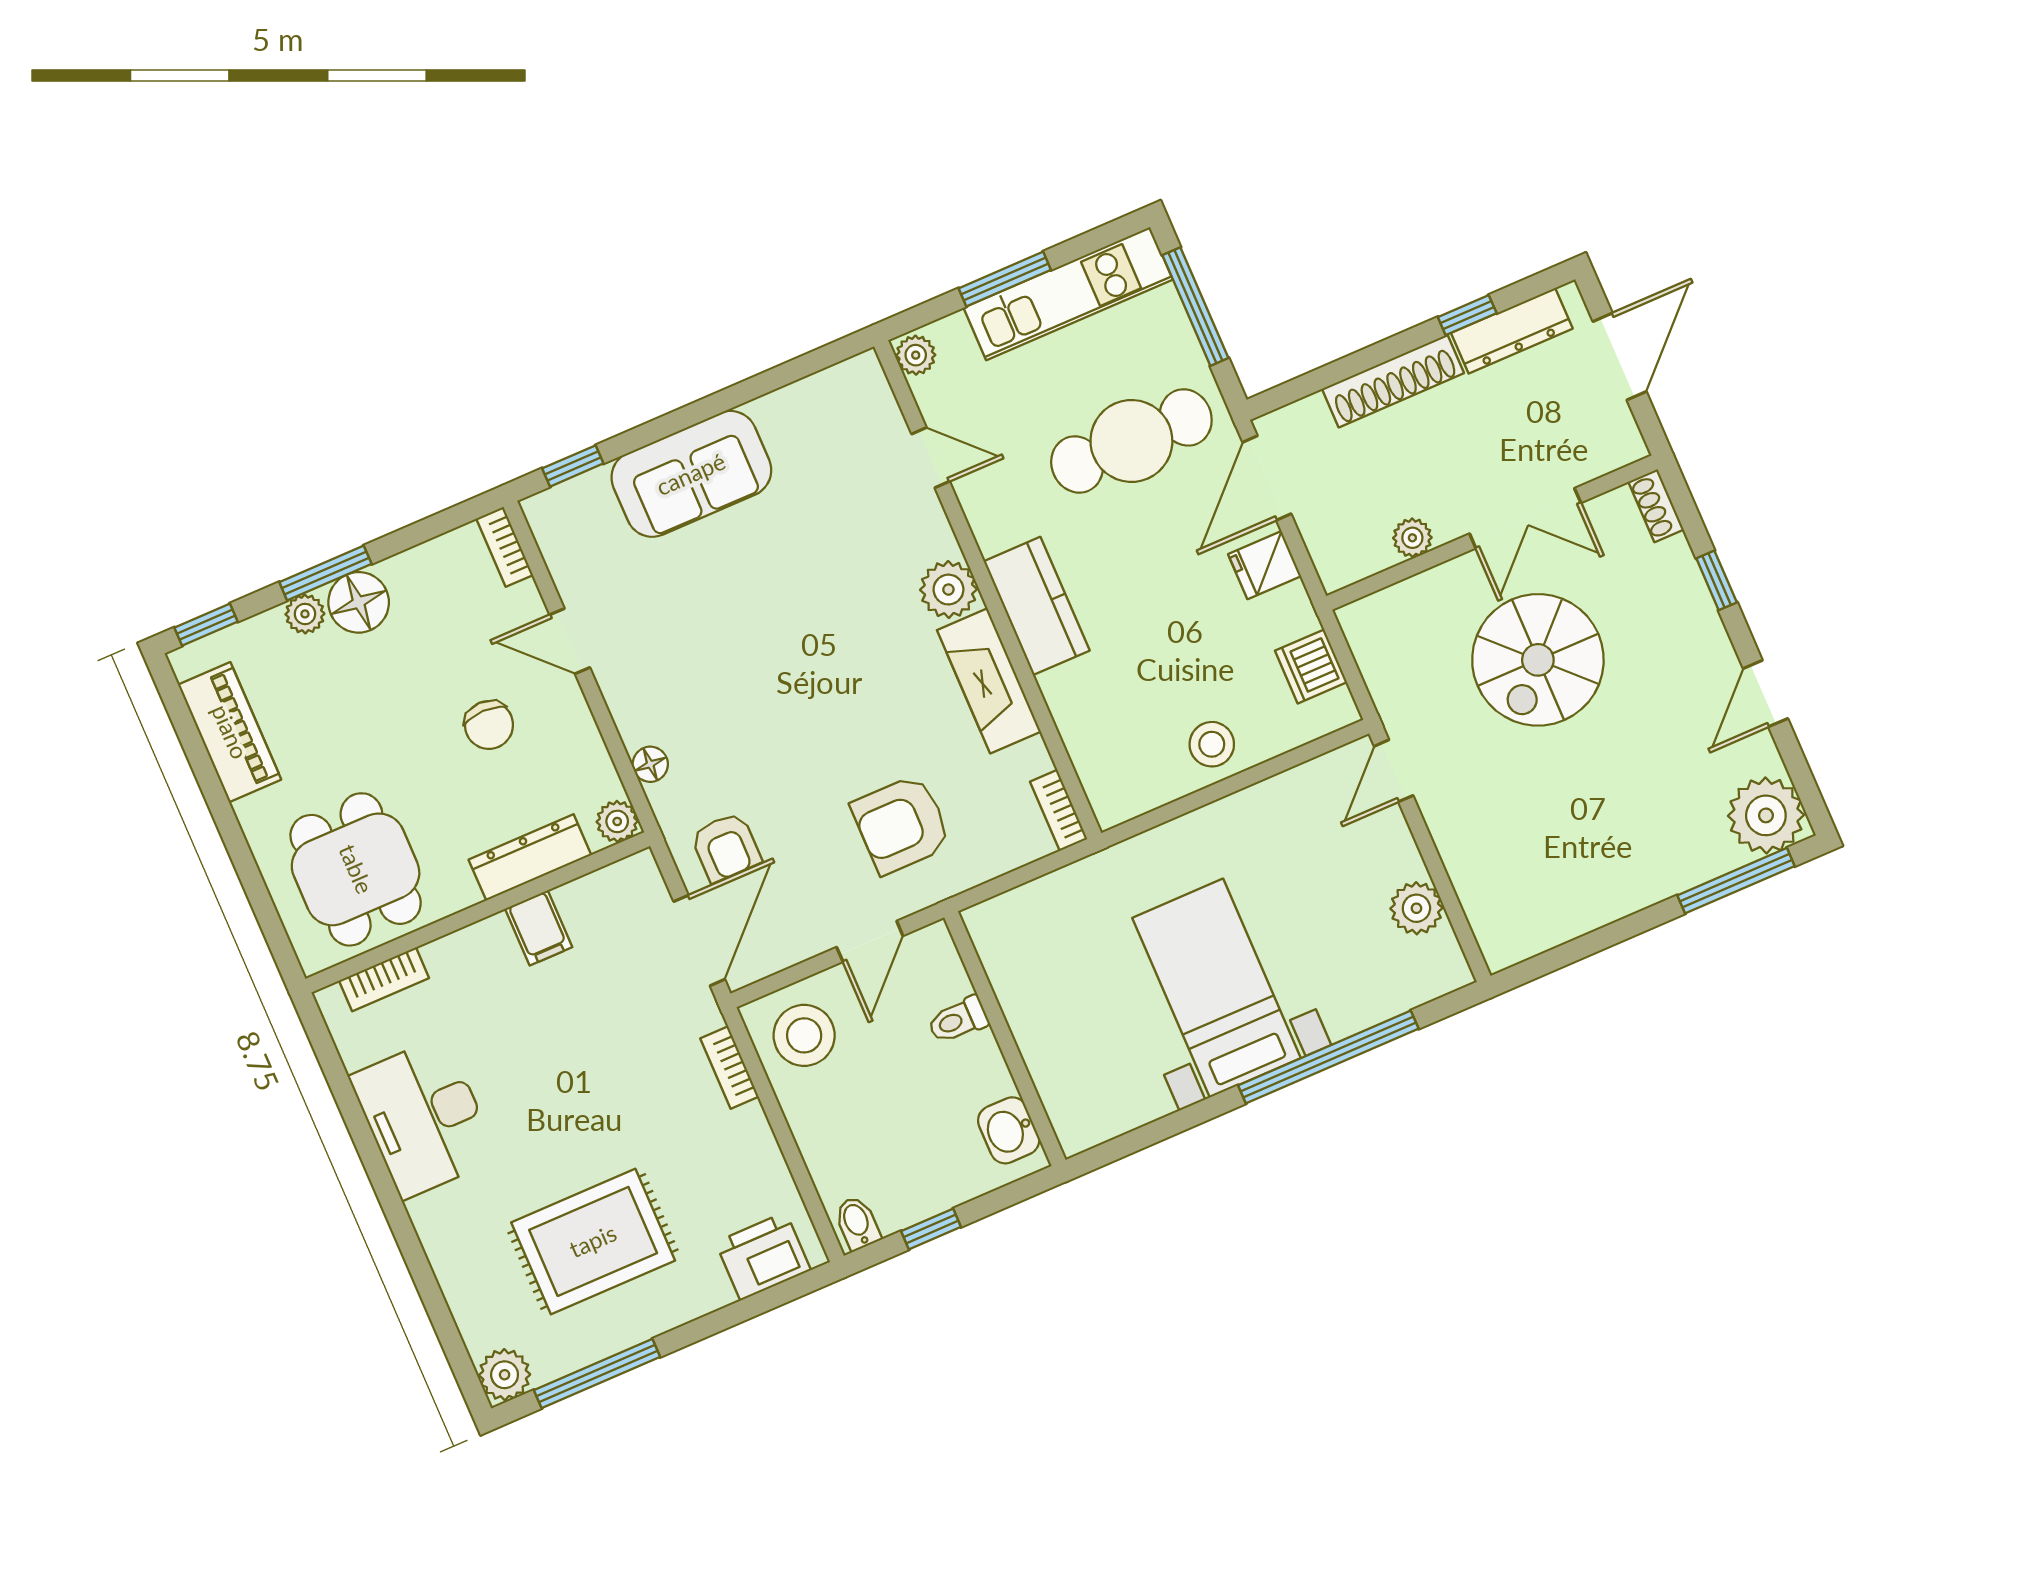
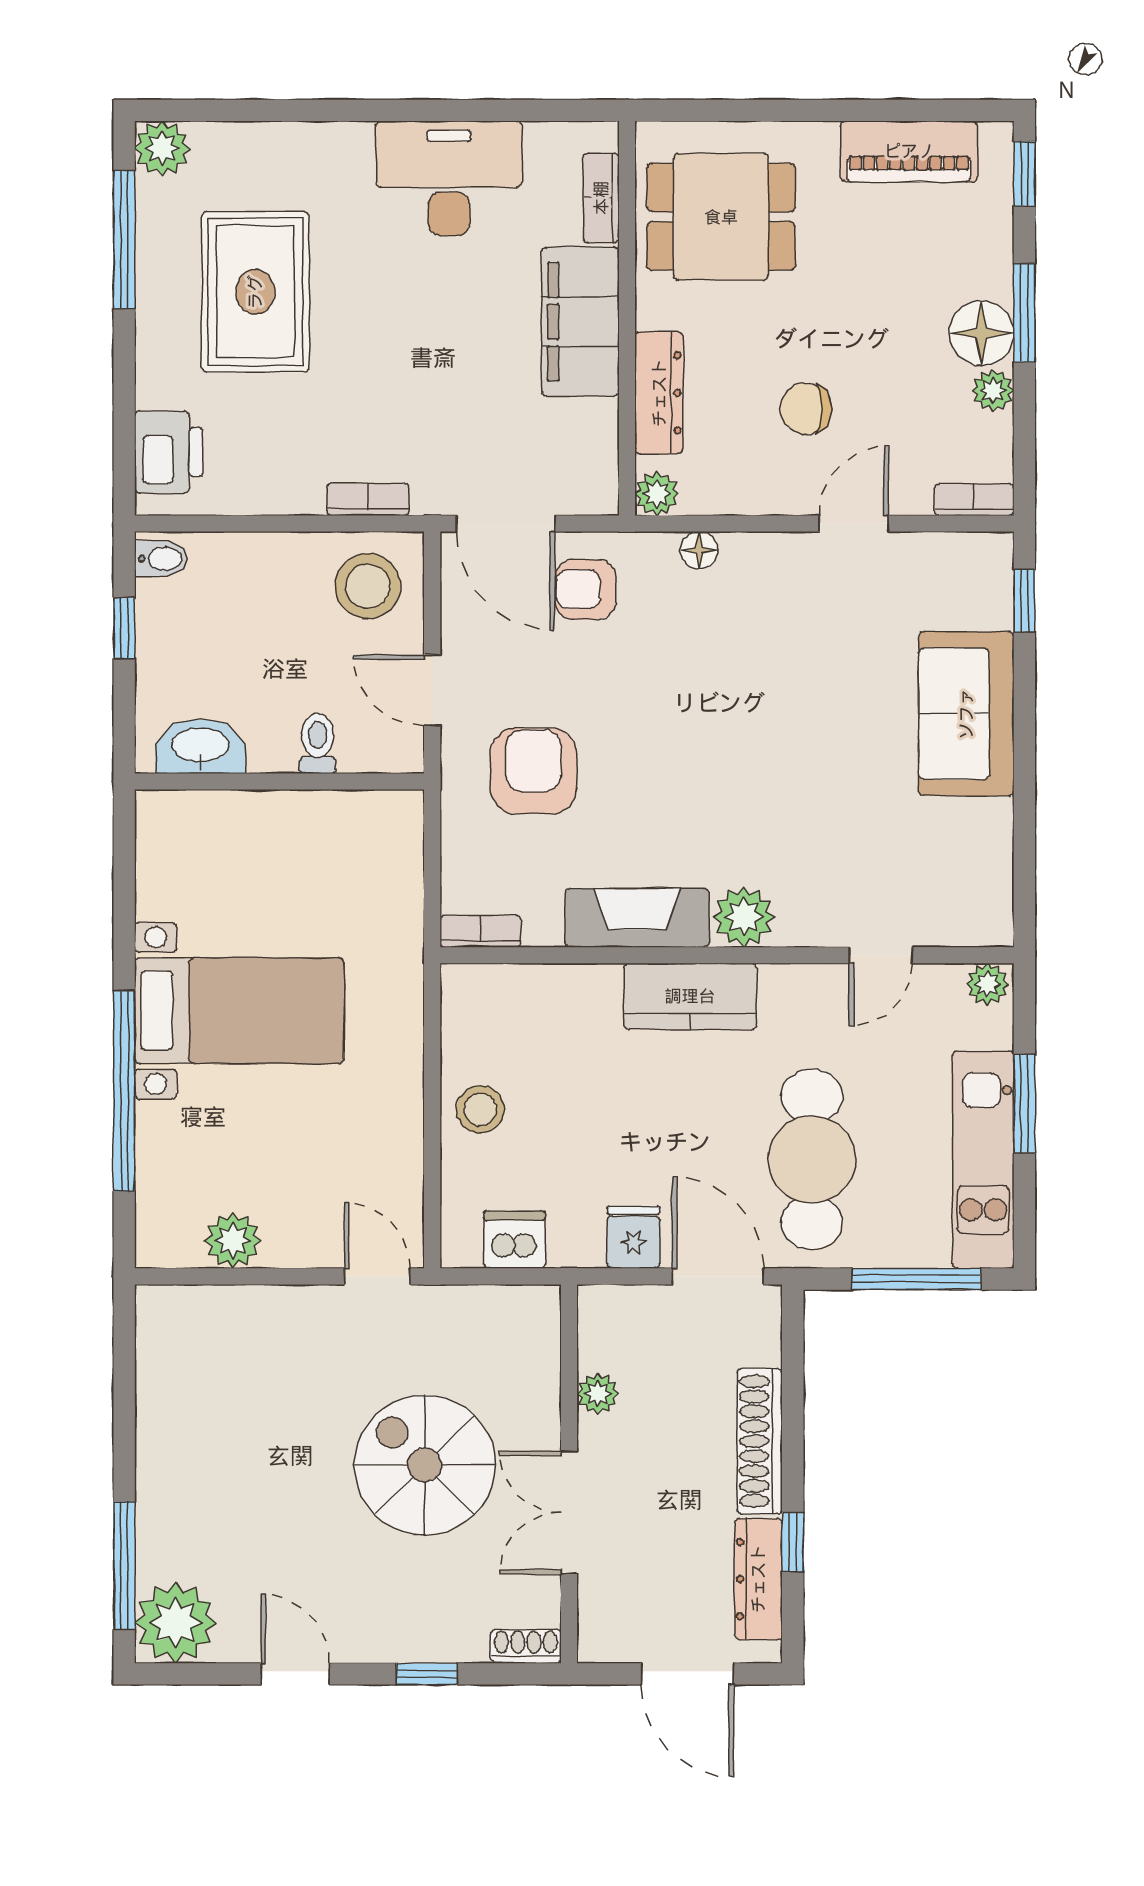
plant: (305, 614) -> (993, 391), moved
filing cabinet: (539, 928) -> (580, 322), width x3.00, depth x1.17
washbasin: (1009, 1130) -> (200, 746), width x1.38

